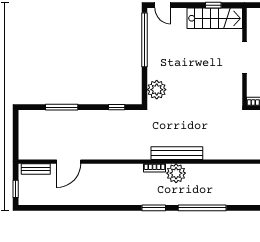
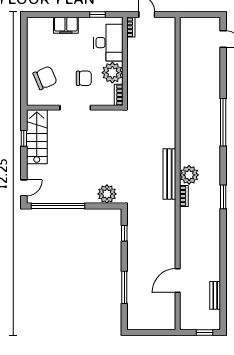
door: (69, 162) -> (178, 280), swing flipped
bench: (36, 169) -> (215, 295), moved
window: (202, 208) -> (223, 122), moved

